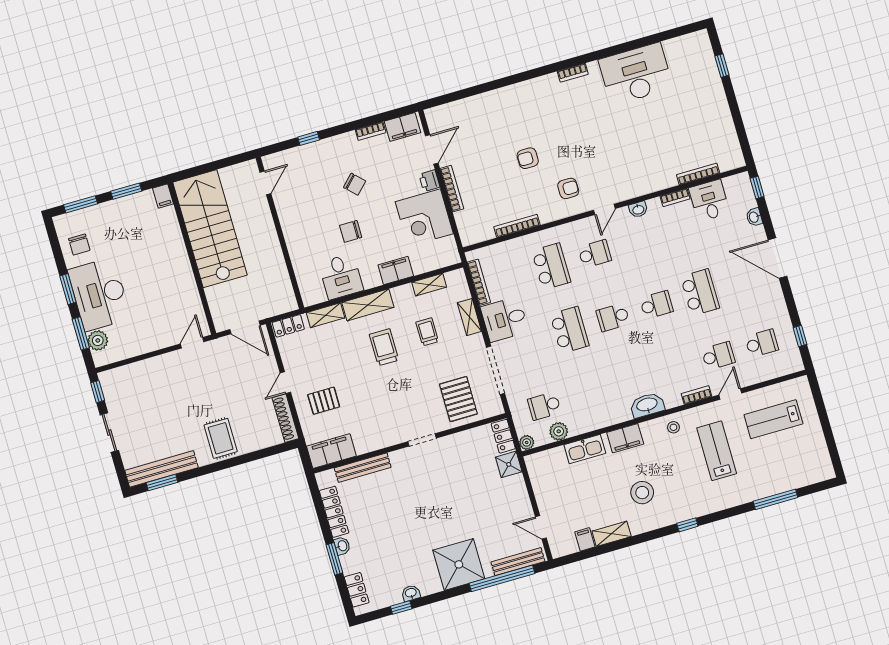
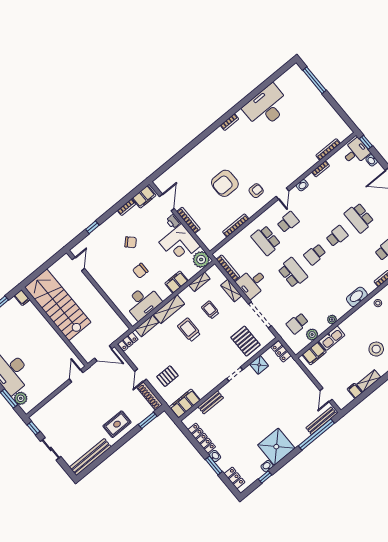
window: (722, 66) -> (314, 80), width x2.17
armchair: (528, 158) -> (225, 183), width x1.88, depth x1.88
desk: (709, 201) -> (355, 152), moved, turned 90
plant: (446, 253) -> (201, 260), added
school desk: (551, 266) -> (266, 240), turned 180
desk: (341, 277) -> (143, 302), width x1.37
school desk: (700, 292) -> (359, 218), turned 180
rug: (221, 438) -> (117, 424), turned 90
filing cabinet: (625, 438) -> (314, 353), moved
plant: (527, 442) -> (332, 320), moved
shower: (509, 464) -> (259, 365), moved
bench: (363, 468) -> (211, 402), width x0.73
window: (162, 483) -> (148, 420), moved
door: (541, 527) -> (326, 395), hinge flipped
shower: (459, 564) -> (276, 447), moved

